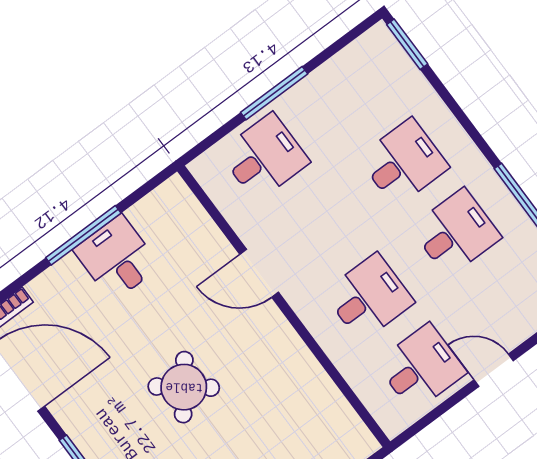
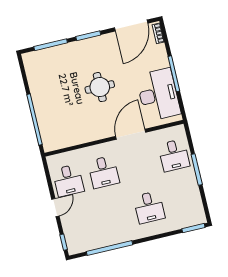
desk: (456, 233) -> (114, 216), removed
desk: (117, 258) -> (158, 95), width x1.87, depth x1.30
door: (259, 273) -> (131, 134), width x1.36
round table: (184, 387) -> (100, 87), turned -38

